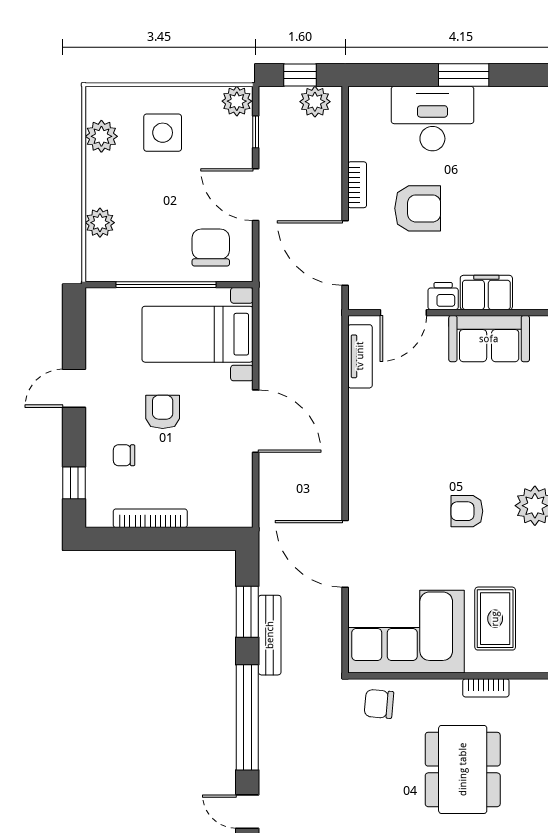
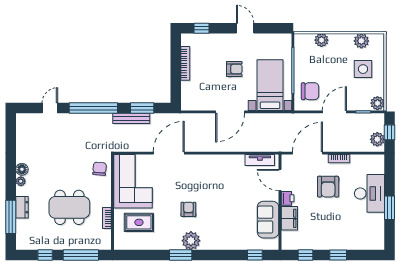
chair: (124, 455) -> (214, 51), removed

